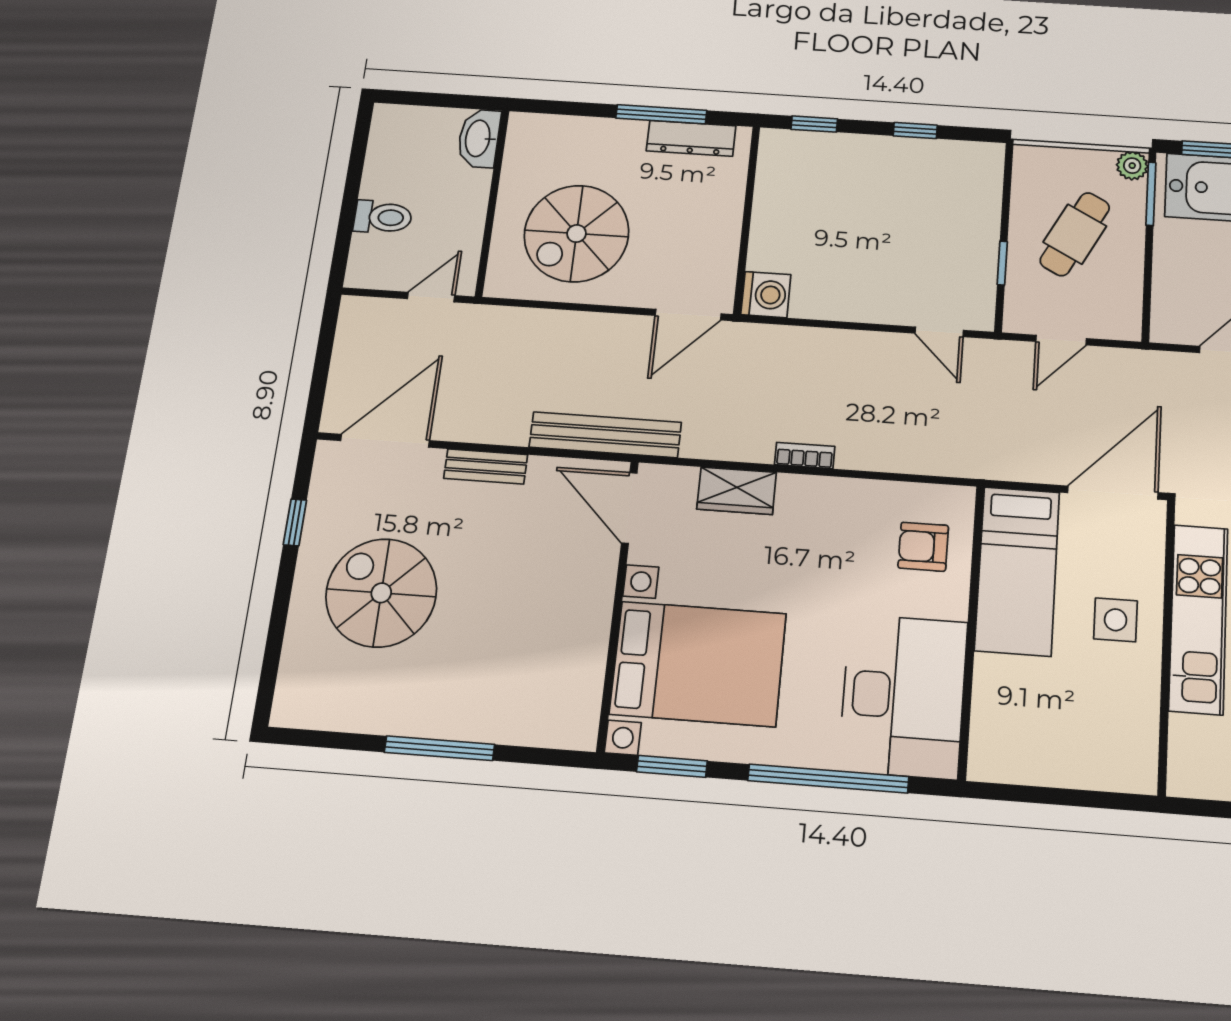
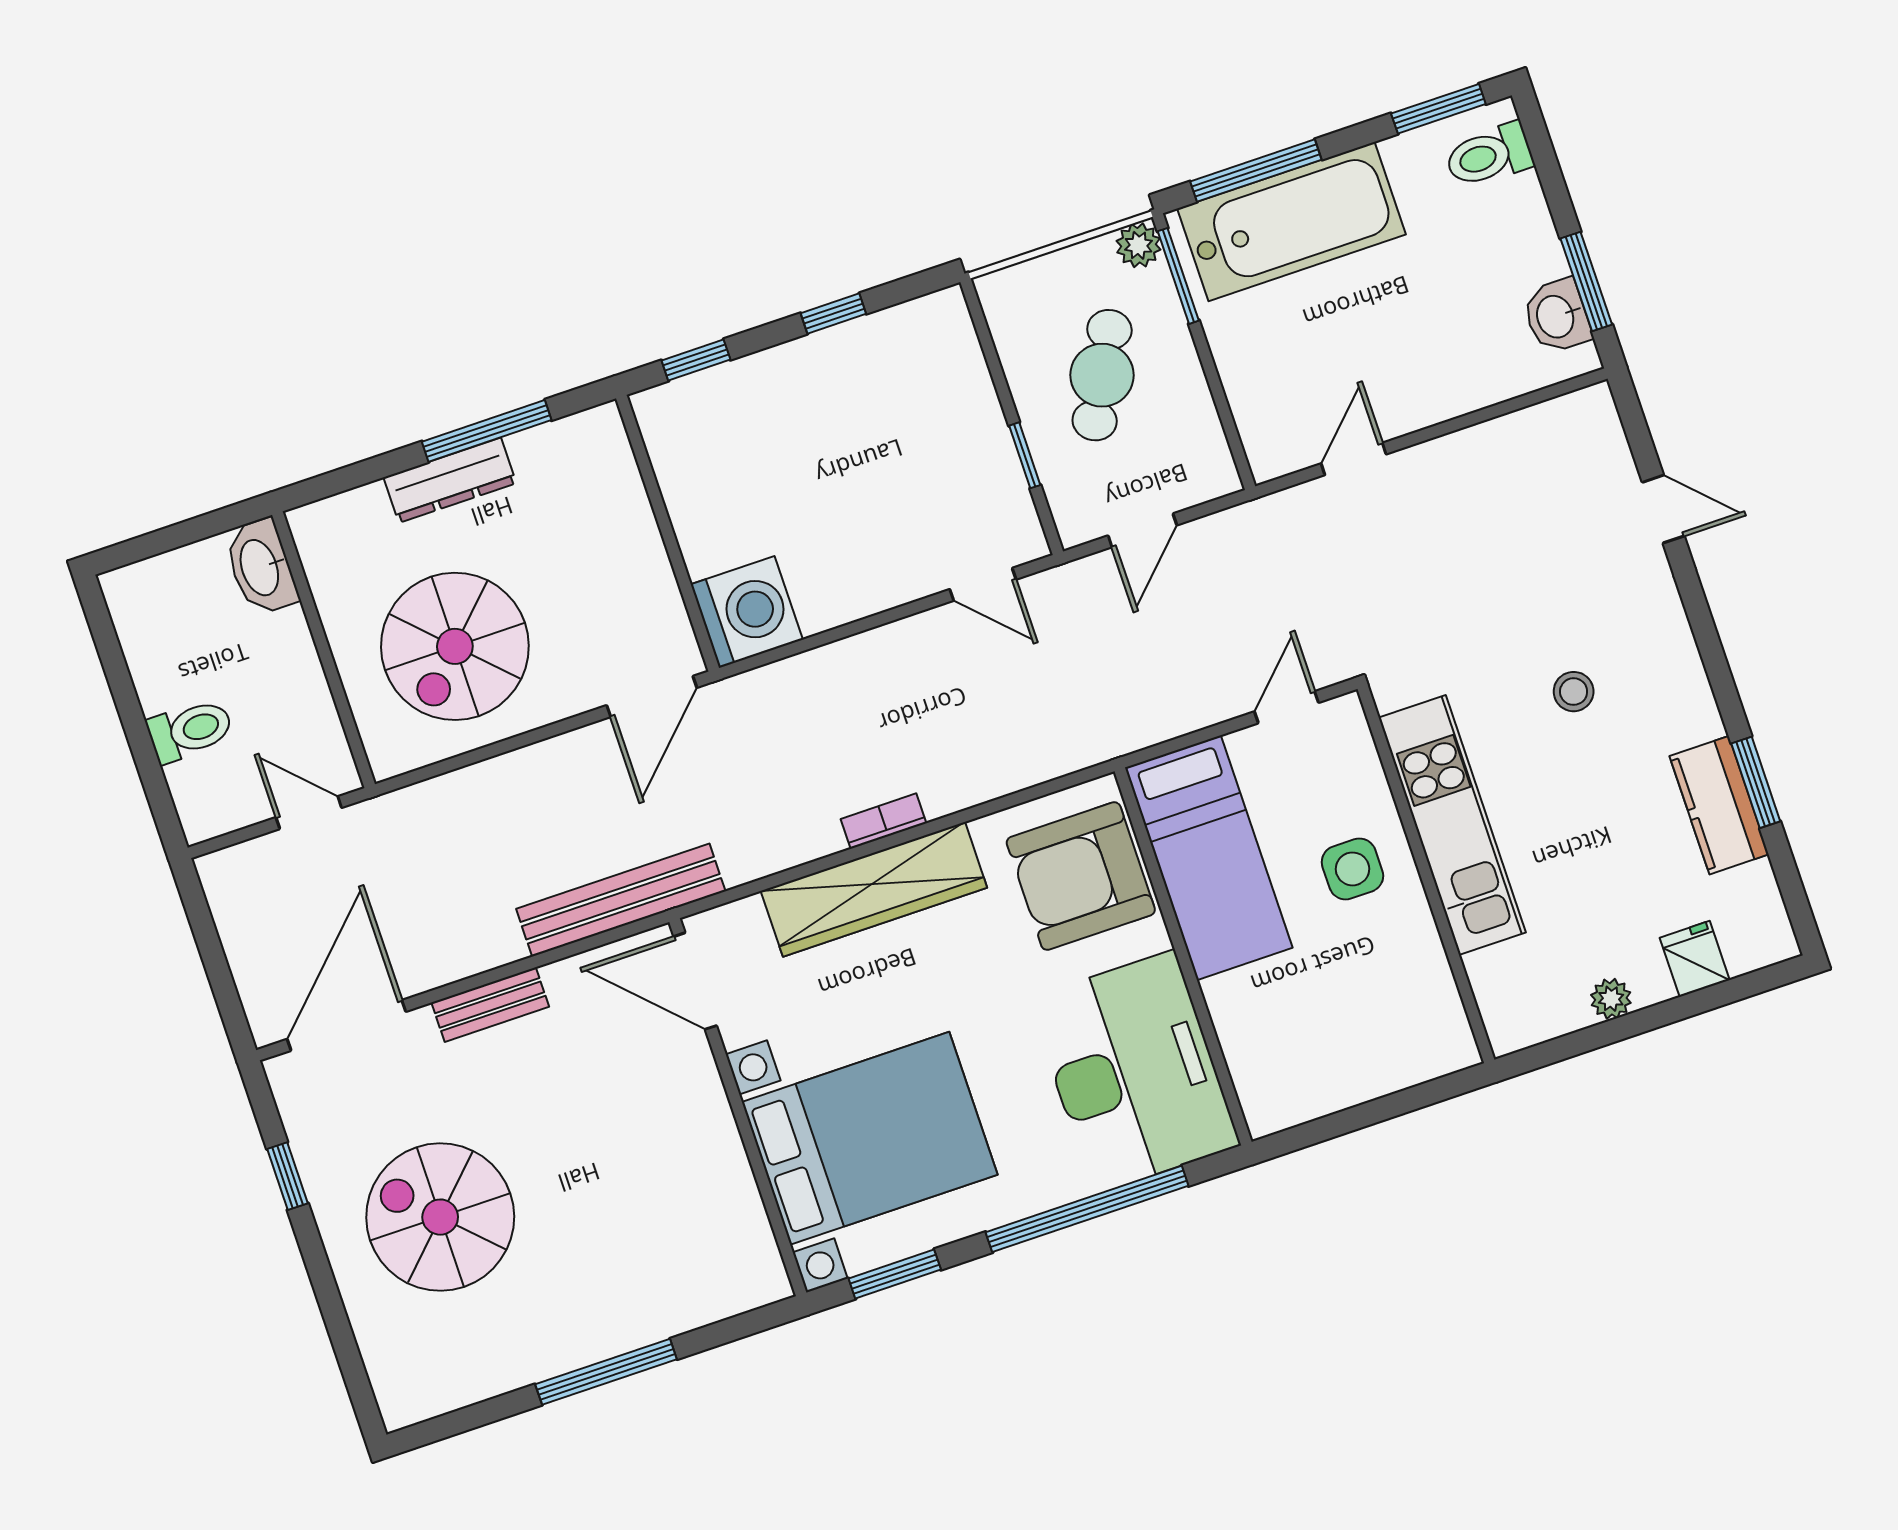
dresser: (691, 138) -> (450, 480), moved
washing machine: (766, 295) -> (747, 612), width x1.37, depth x1.37
door: (431, 297) -> (309, 813), hinge flipped
wardrobe: (737, 491) -> (874, 889), width x2.10, depth x1.17
door: (1113, 493) -> (1286, 707), width x0.53
armchair: (923, 547) -> (1081, 876), width x1.88, depth x1.88

